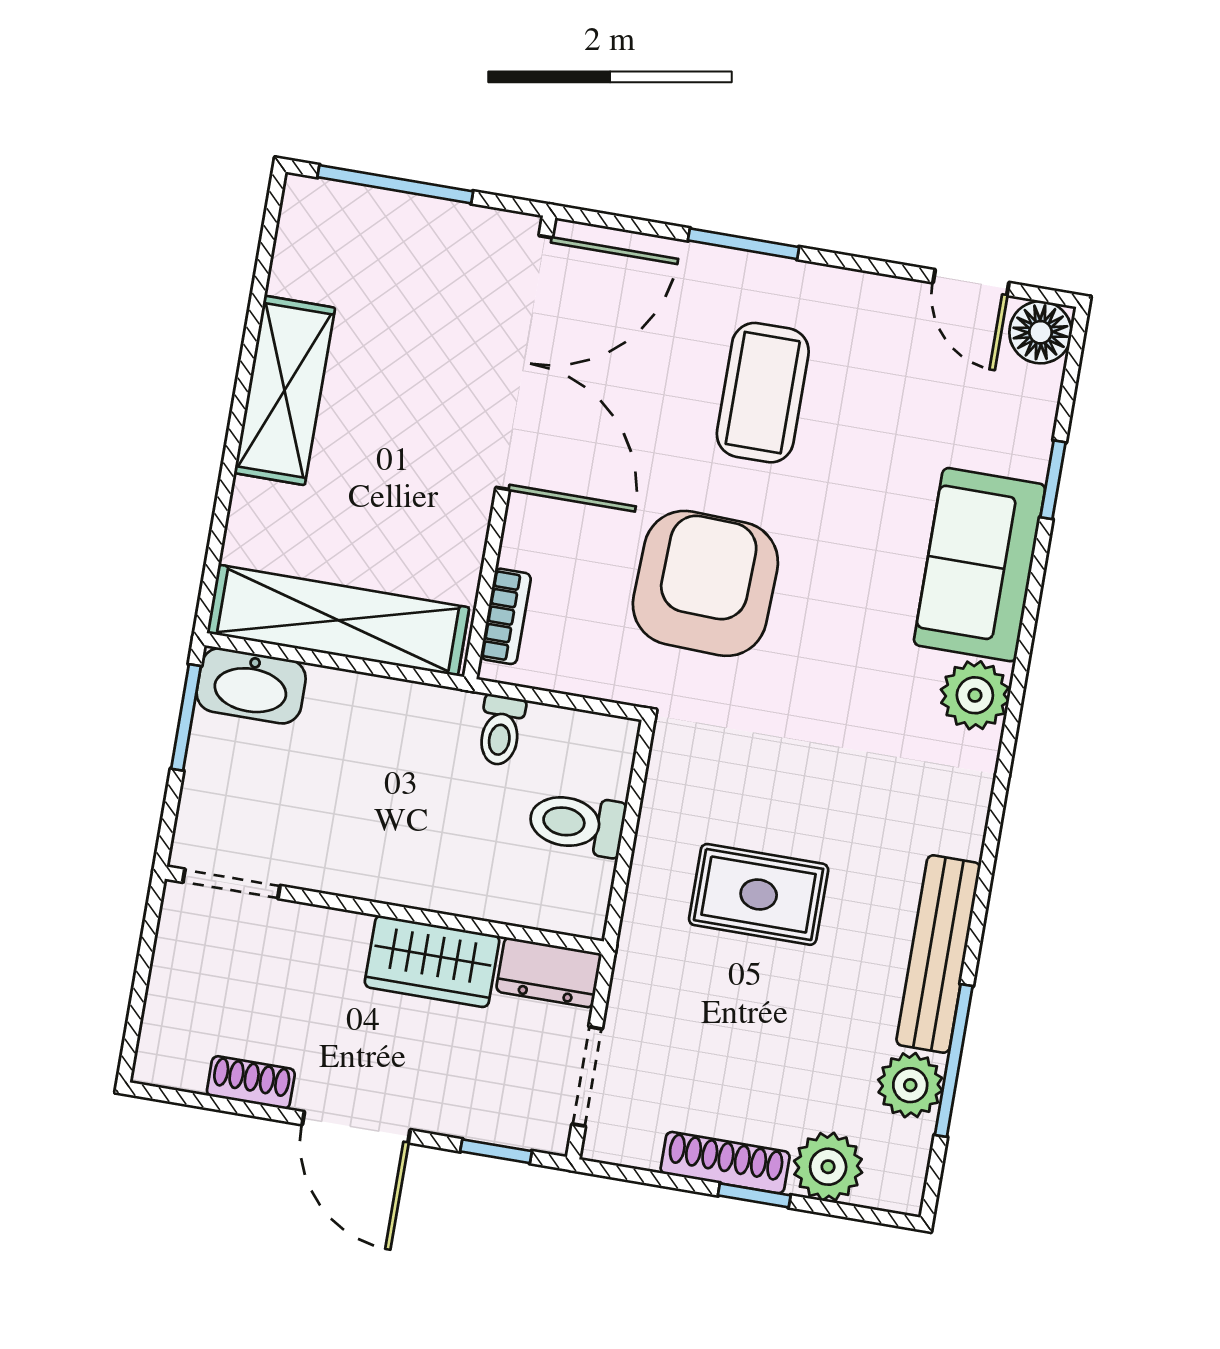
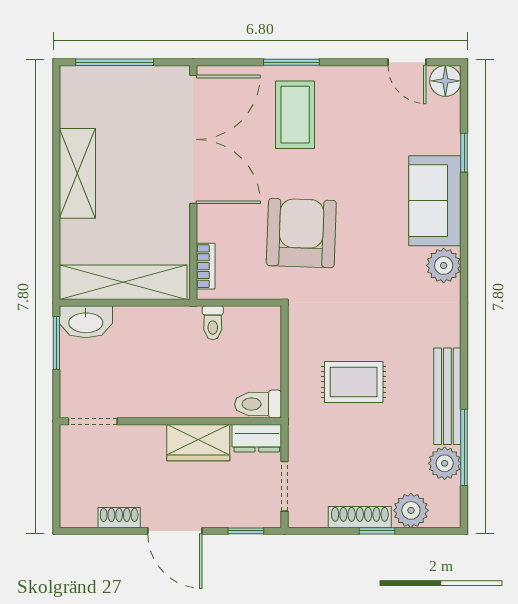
coffee table: (763, 393) -> (295, 115), moved
toilet: (577, 824) -> (258, 404), moved

